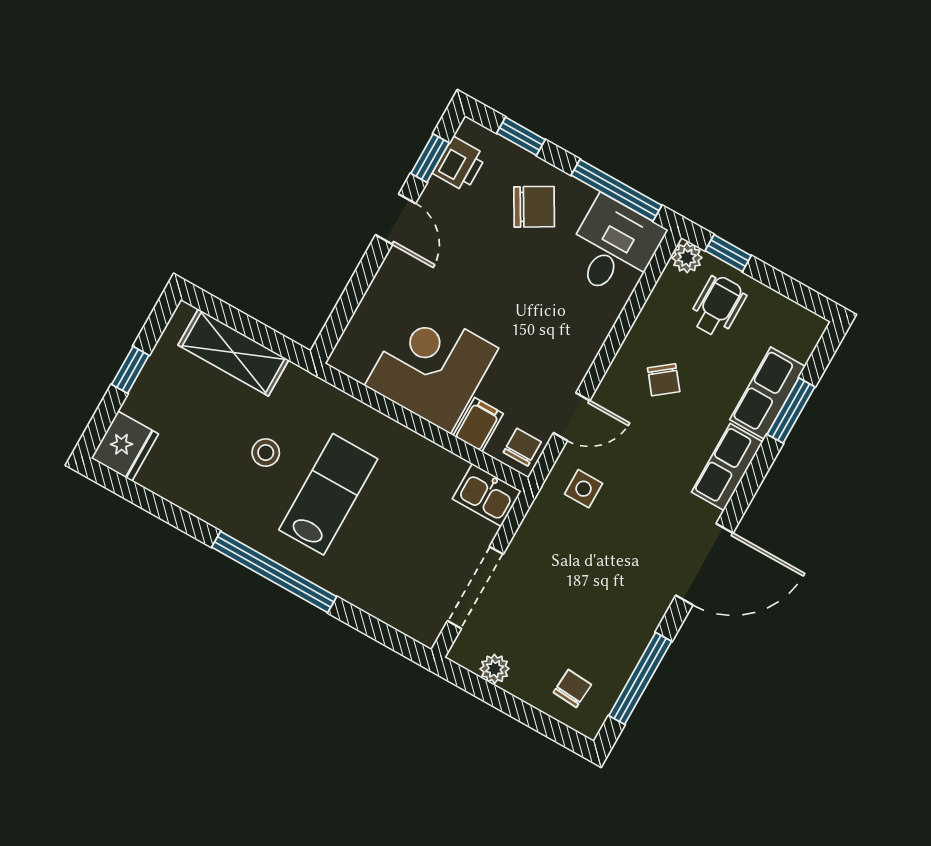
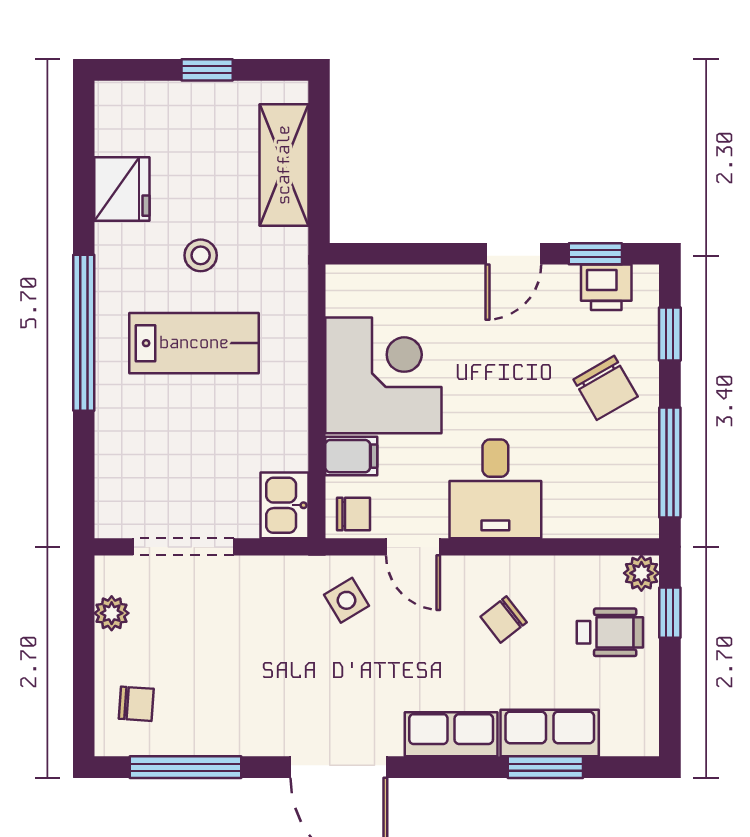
desk: (614, 248) -> (495, 489), moved, turned 90
fridge: (125, 446) -> (122, 189), moved, turned -90
side table: (584, 489) -> (346, 600), turned -31

